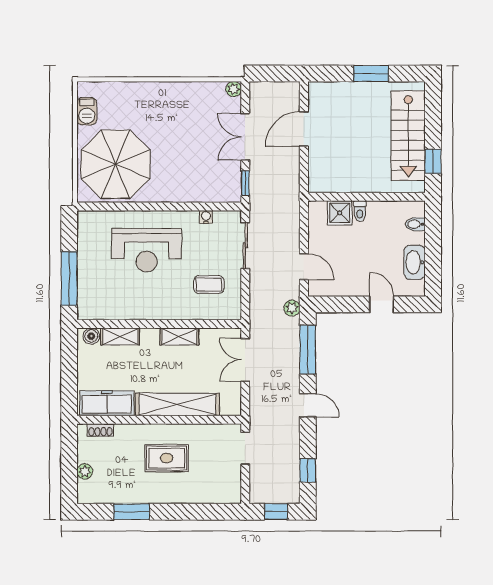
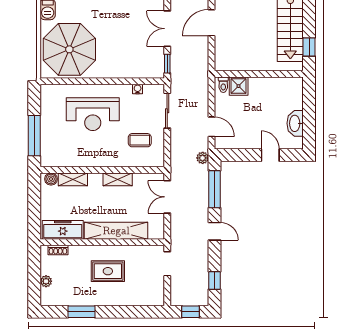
toilet: (360, 211) -> (223, 85), moved
bidet: (415, 224) -> (296, 95), removed

